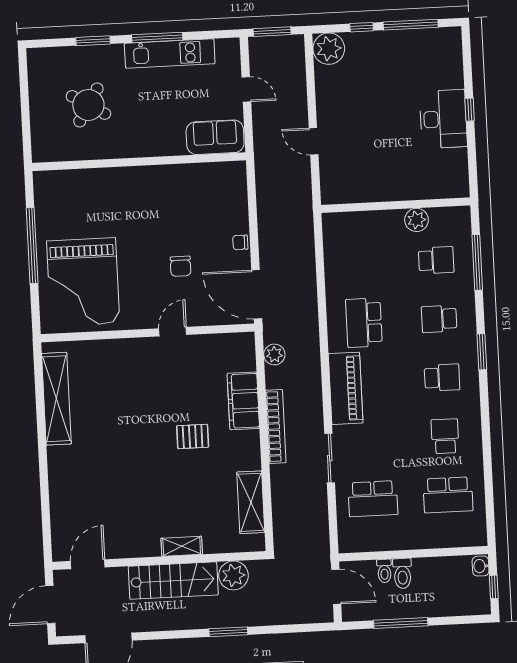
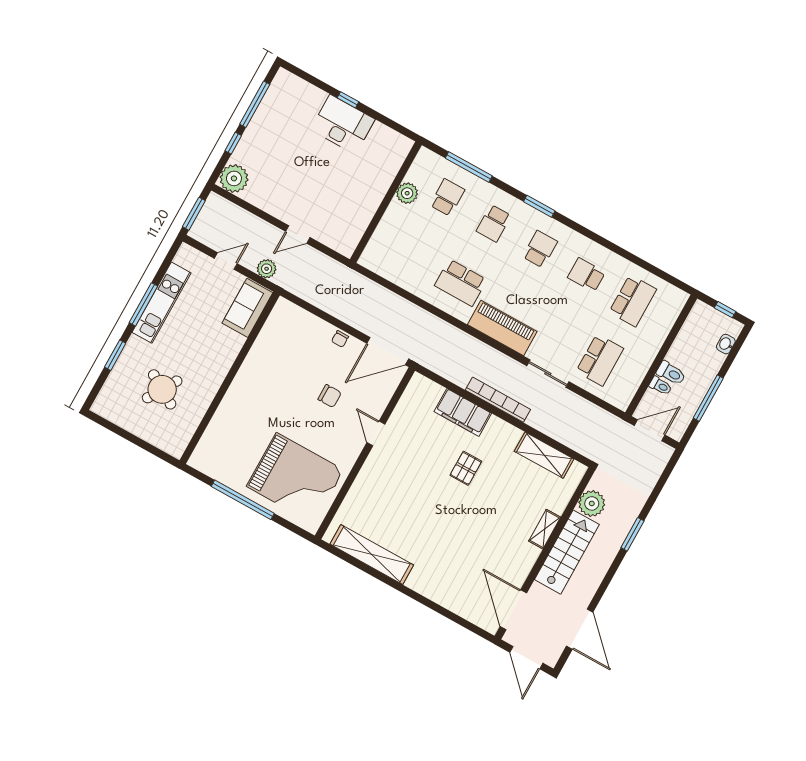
plant: (274, 354) -> (267, 269), moved
door: (88, 564) -> (513, 610), width x1.36
washbasin: (481, 566) -> (726, 344), moved, turned 90

